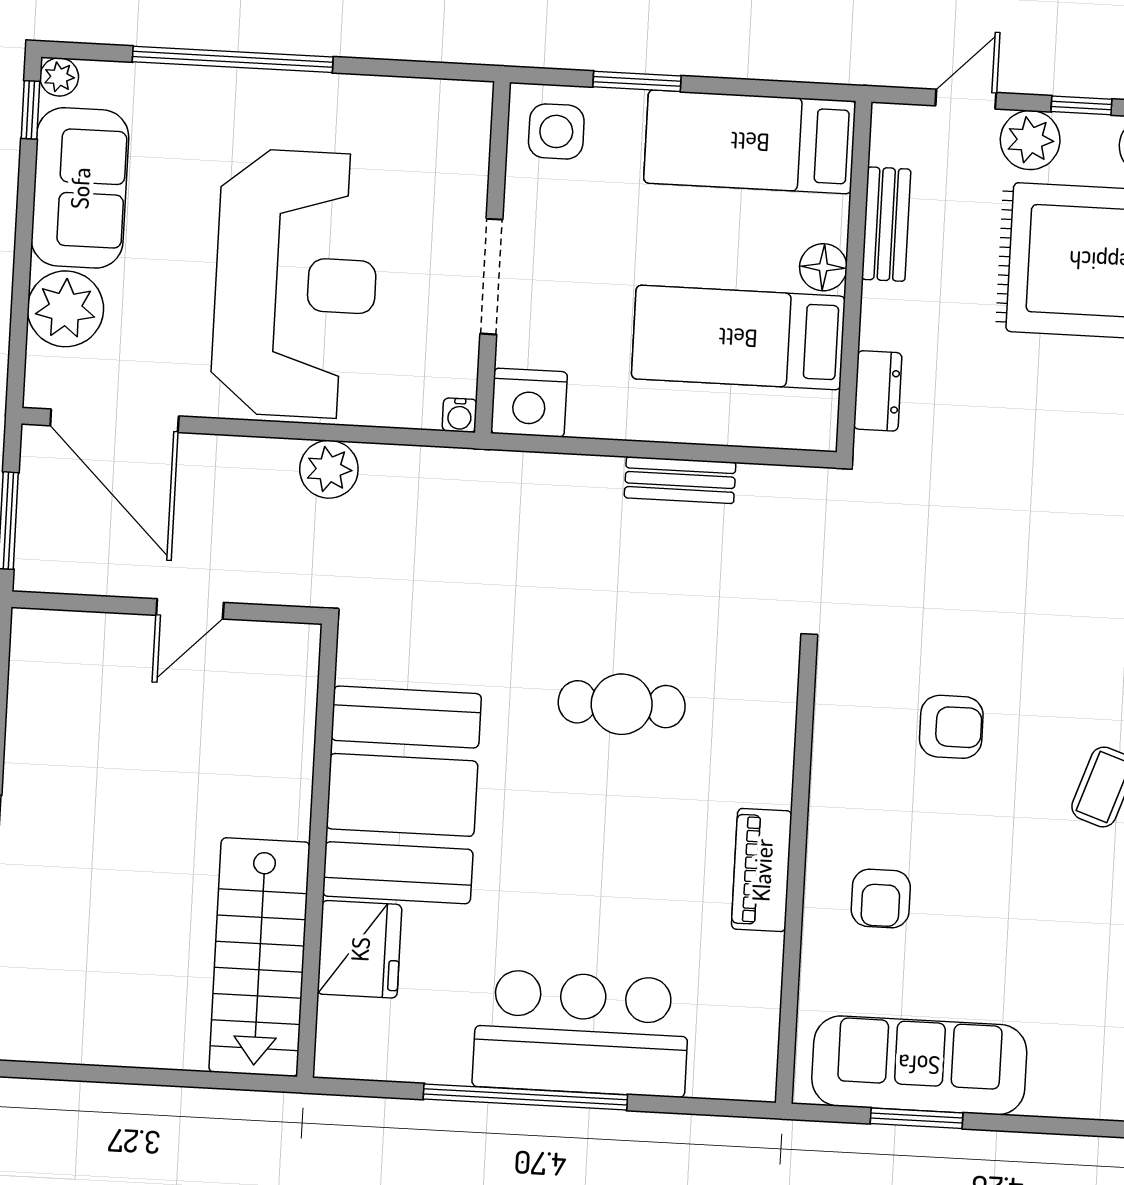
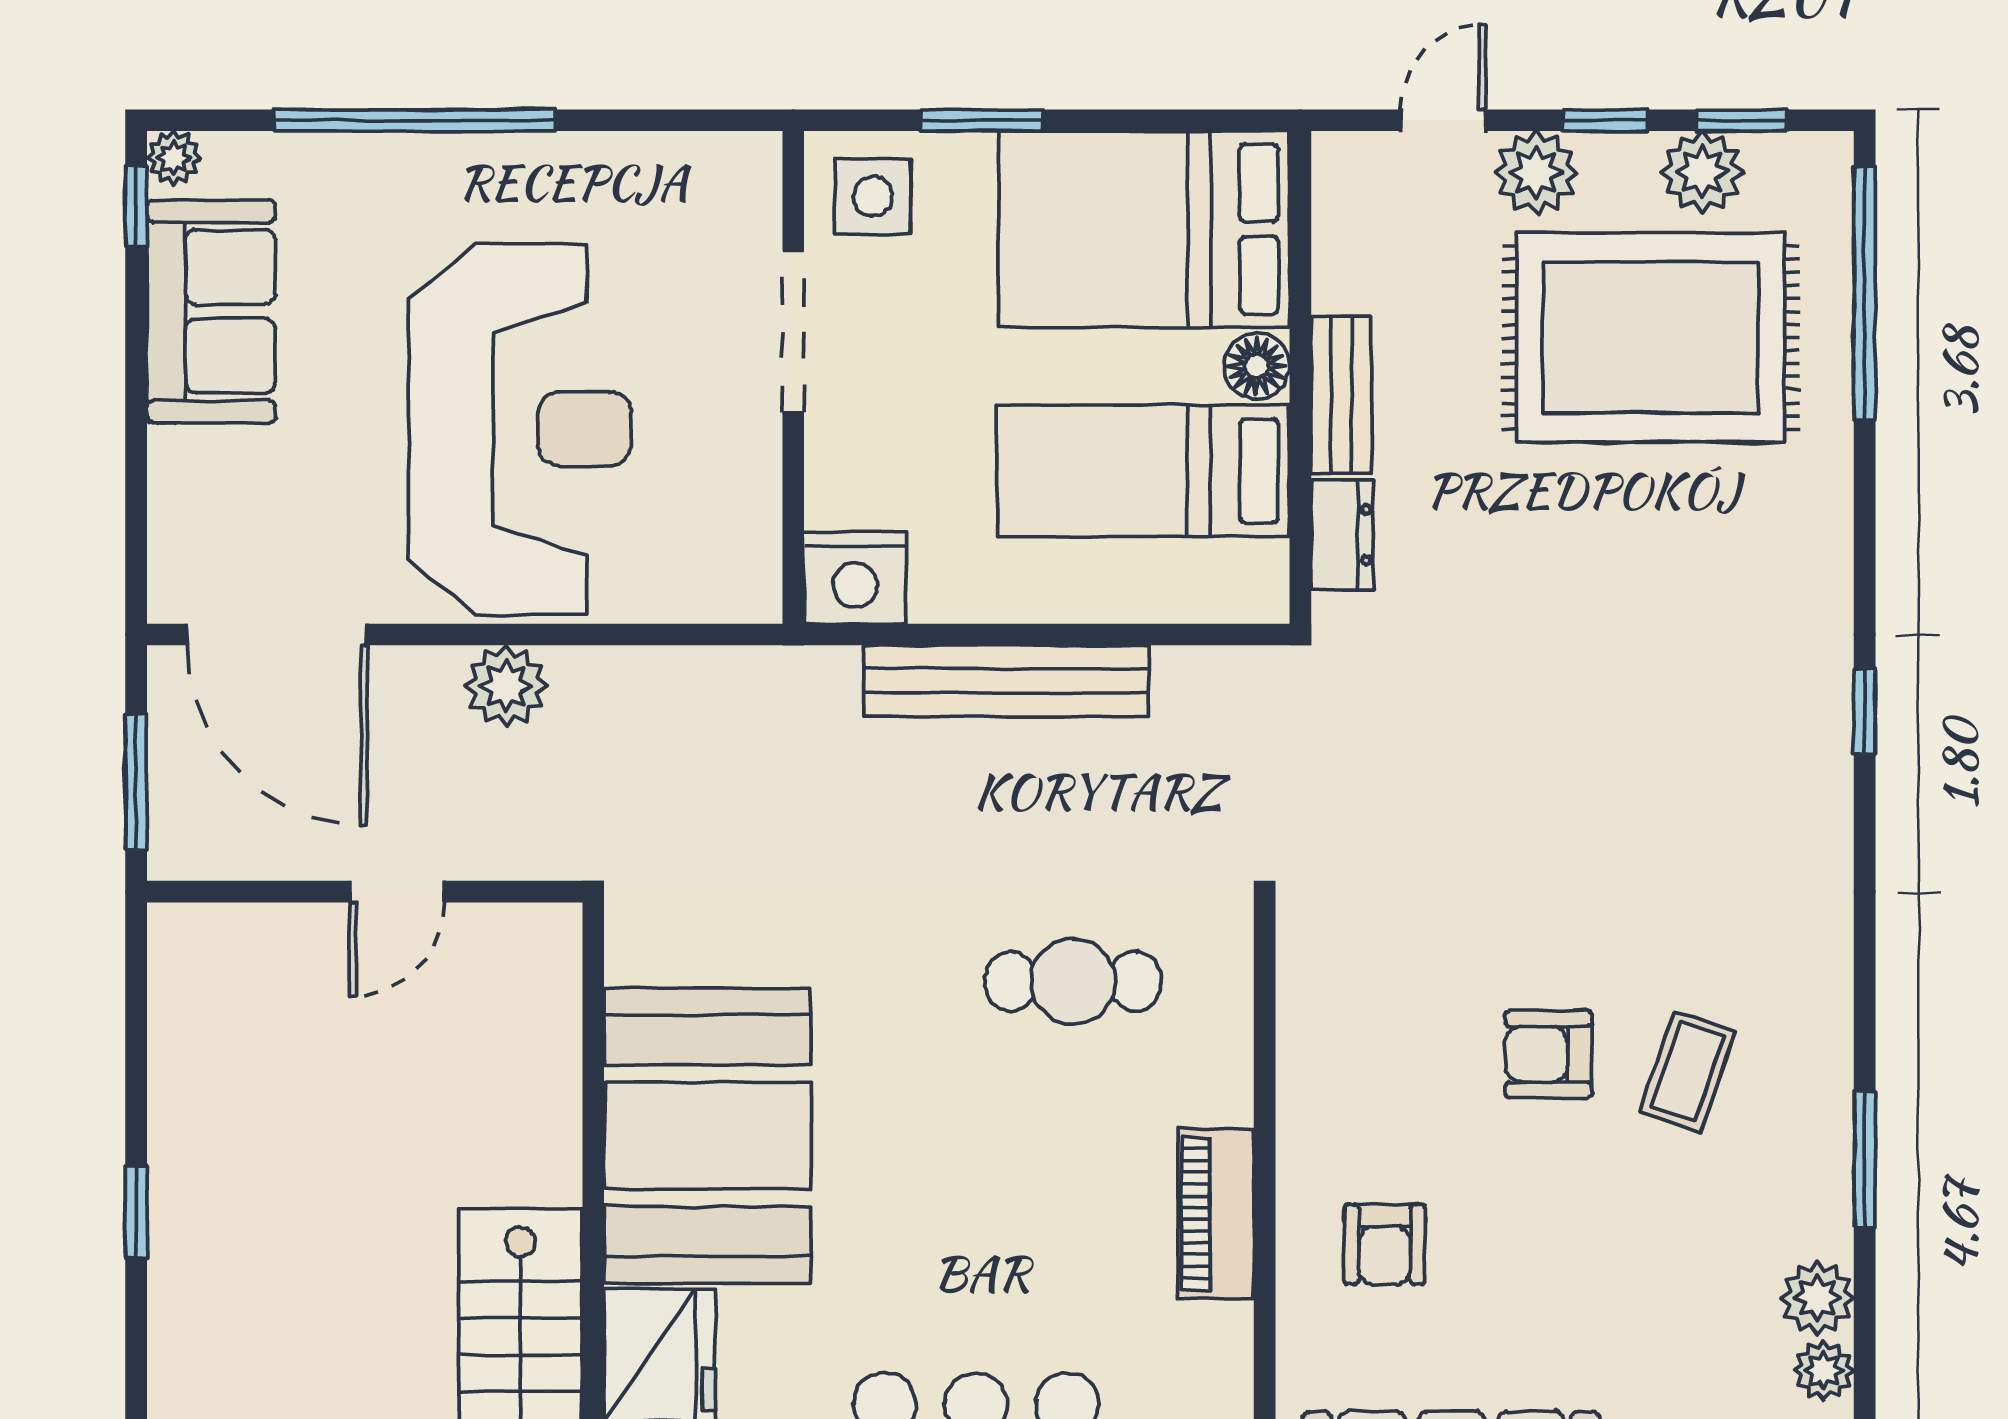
bed: (750, 142) -> (1144, 229), width x1.50
bench: (886, 224) -> (1341, 395), moved
doorway: (491, 277) -> (793, 332), moved
plant: (65, 309) -> (200, 482), removed
water cooler: (460, 415) -> (759, 600), removed
plant: (329, 469) -> (506, 686), moved
bench: (680, 480) -> (1006, 681), width x1.86, depth x1.21
cafe table: (622, 704) -> (1073, 982), moved
armchair: (951, 727) -> (1549, 1054), moved, turned 180

